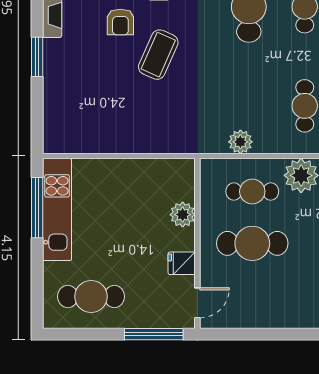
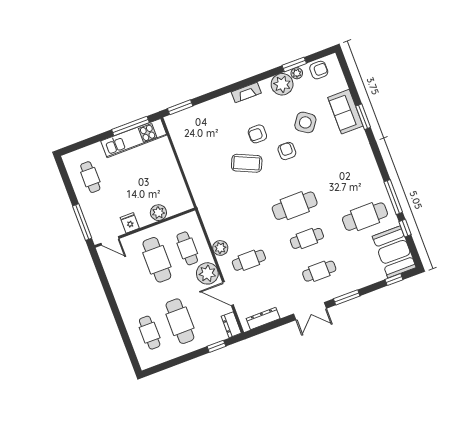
window: (37, 57) -> (180, 107), moved
plant: (240, 142) -> (220, 248), moved
cafe table: (91, 297) -> (90, 177), width x0.73, depth x0.74

